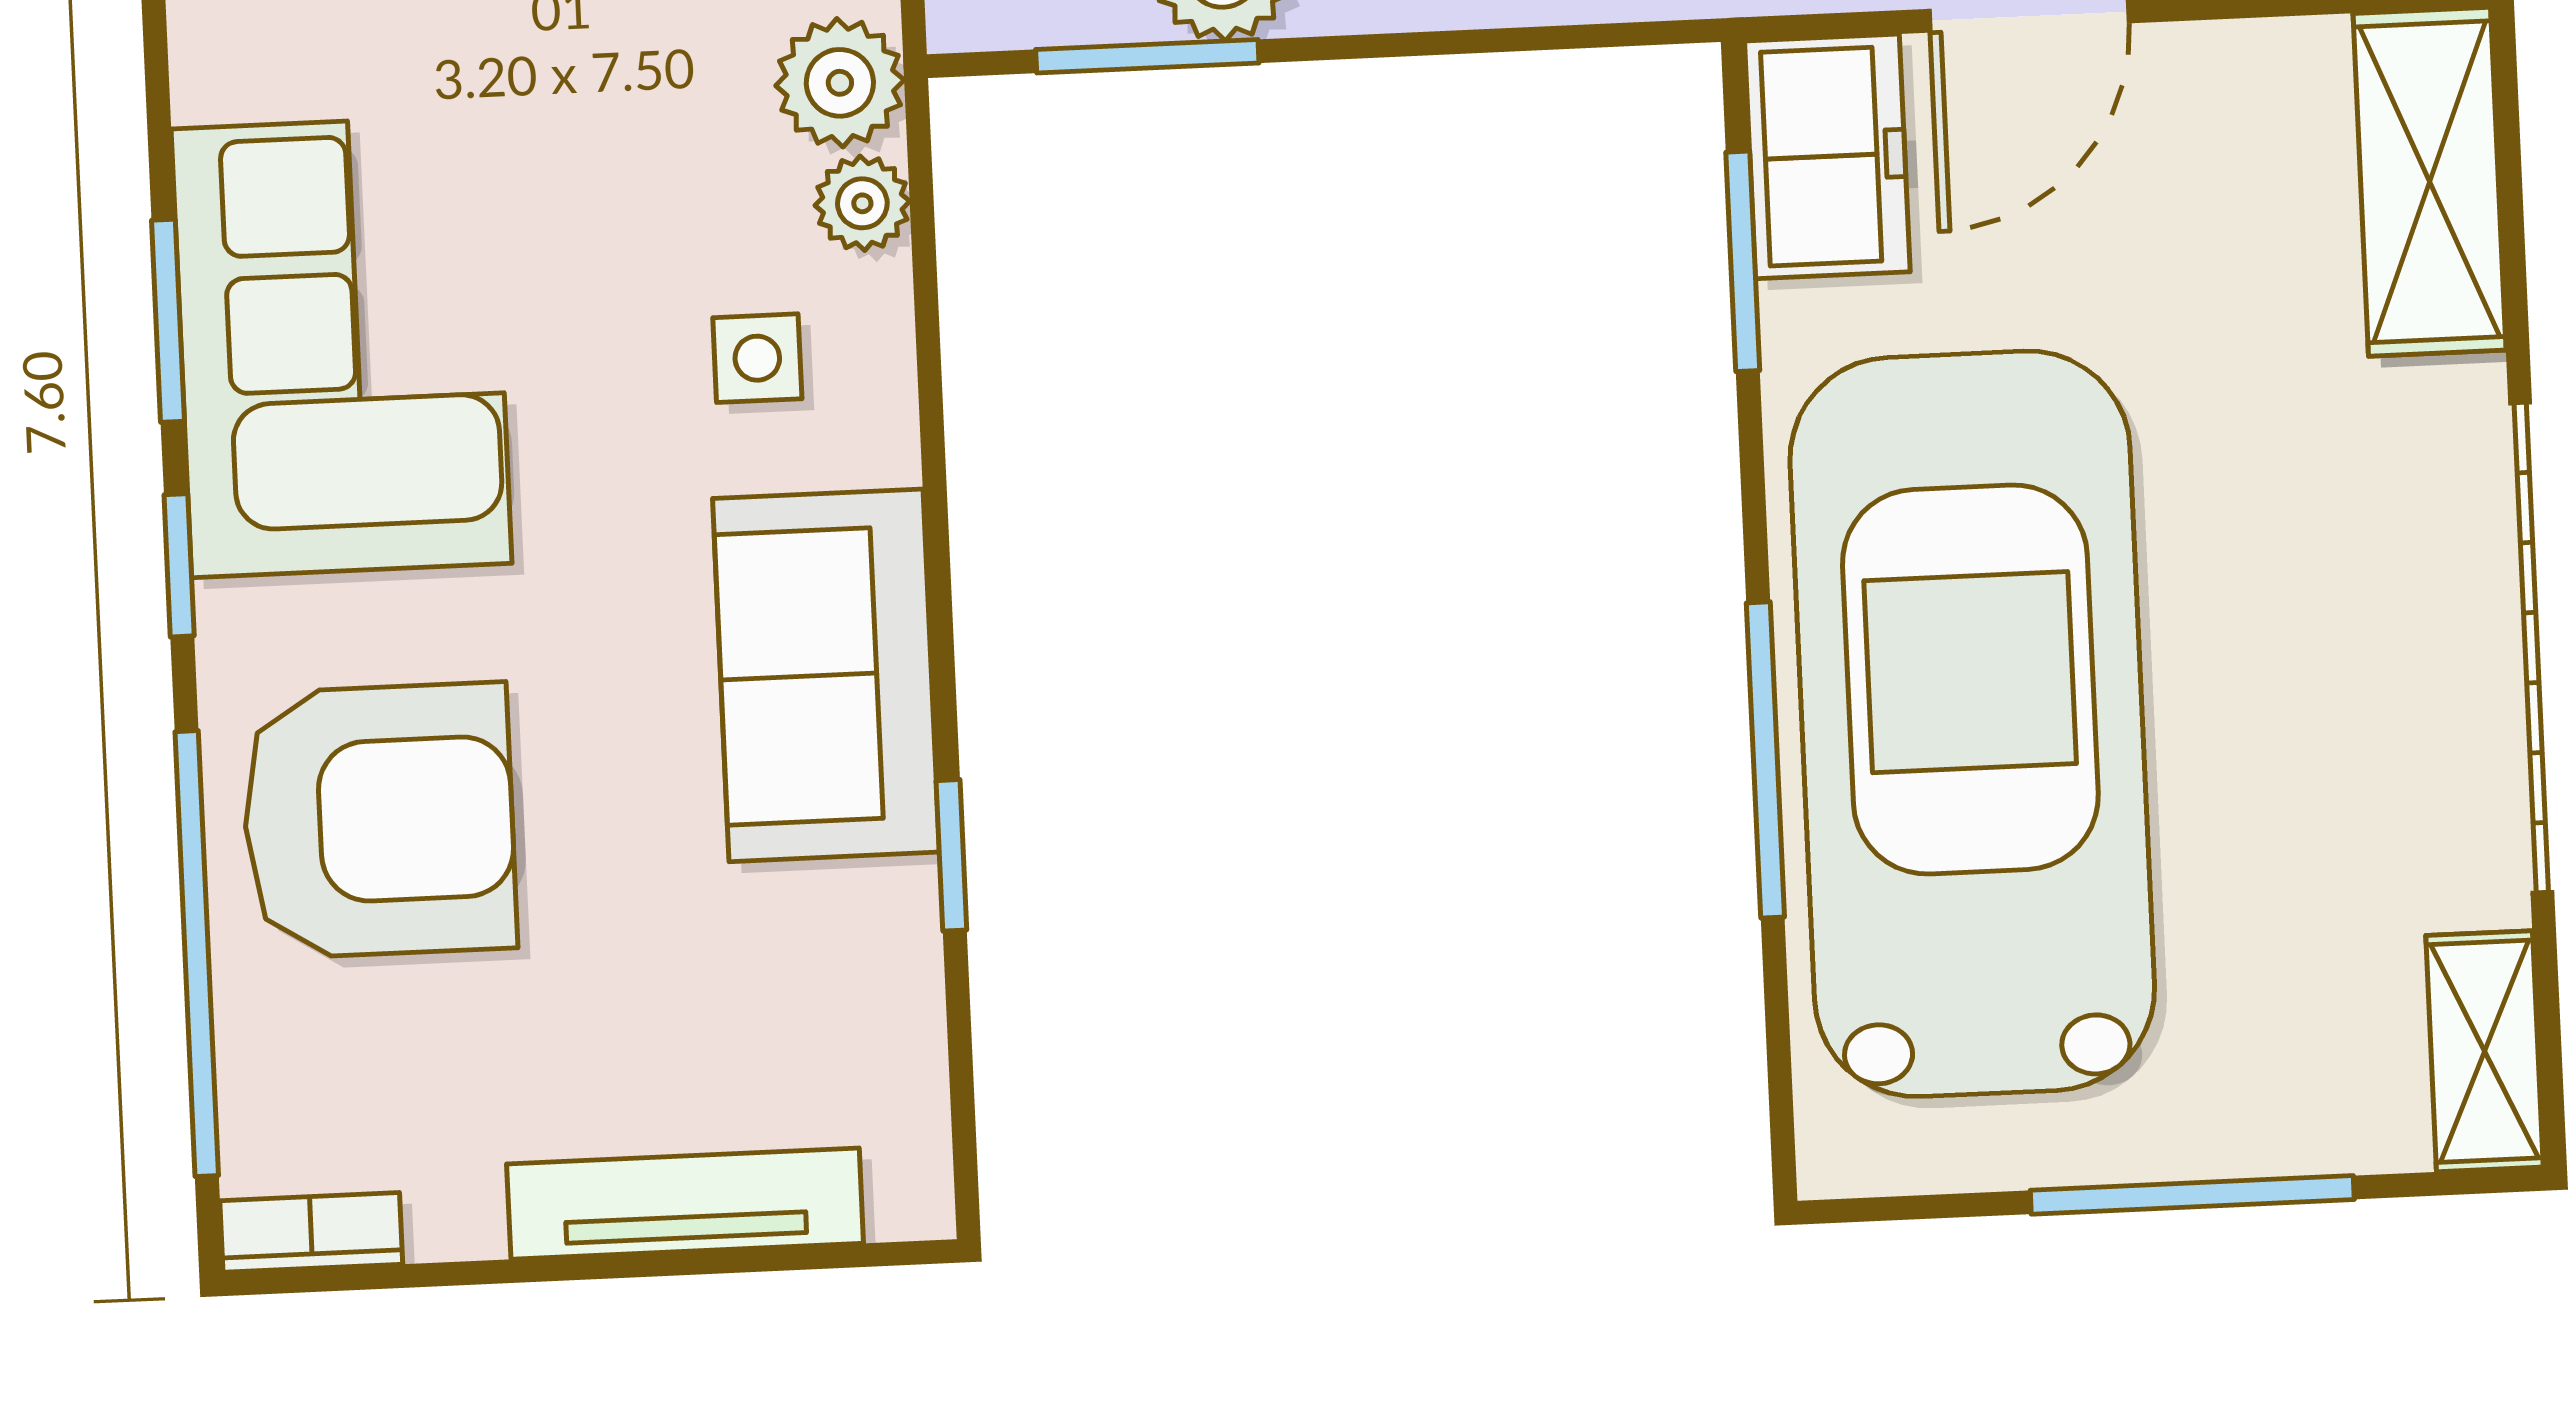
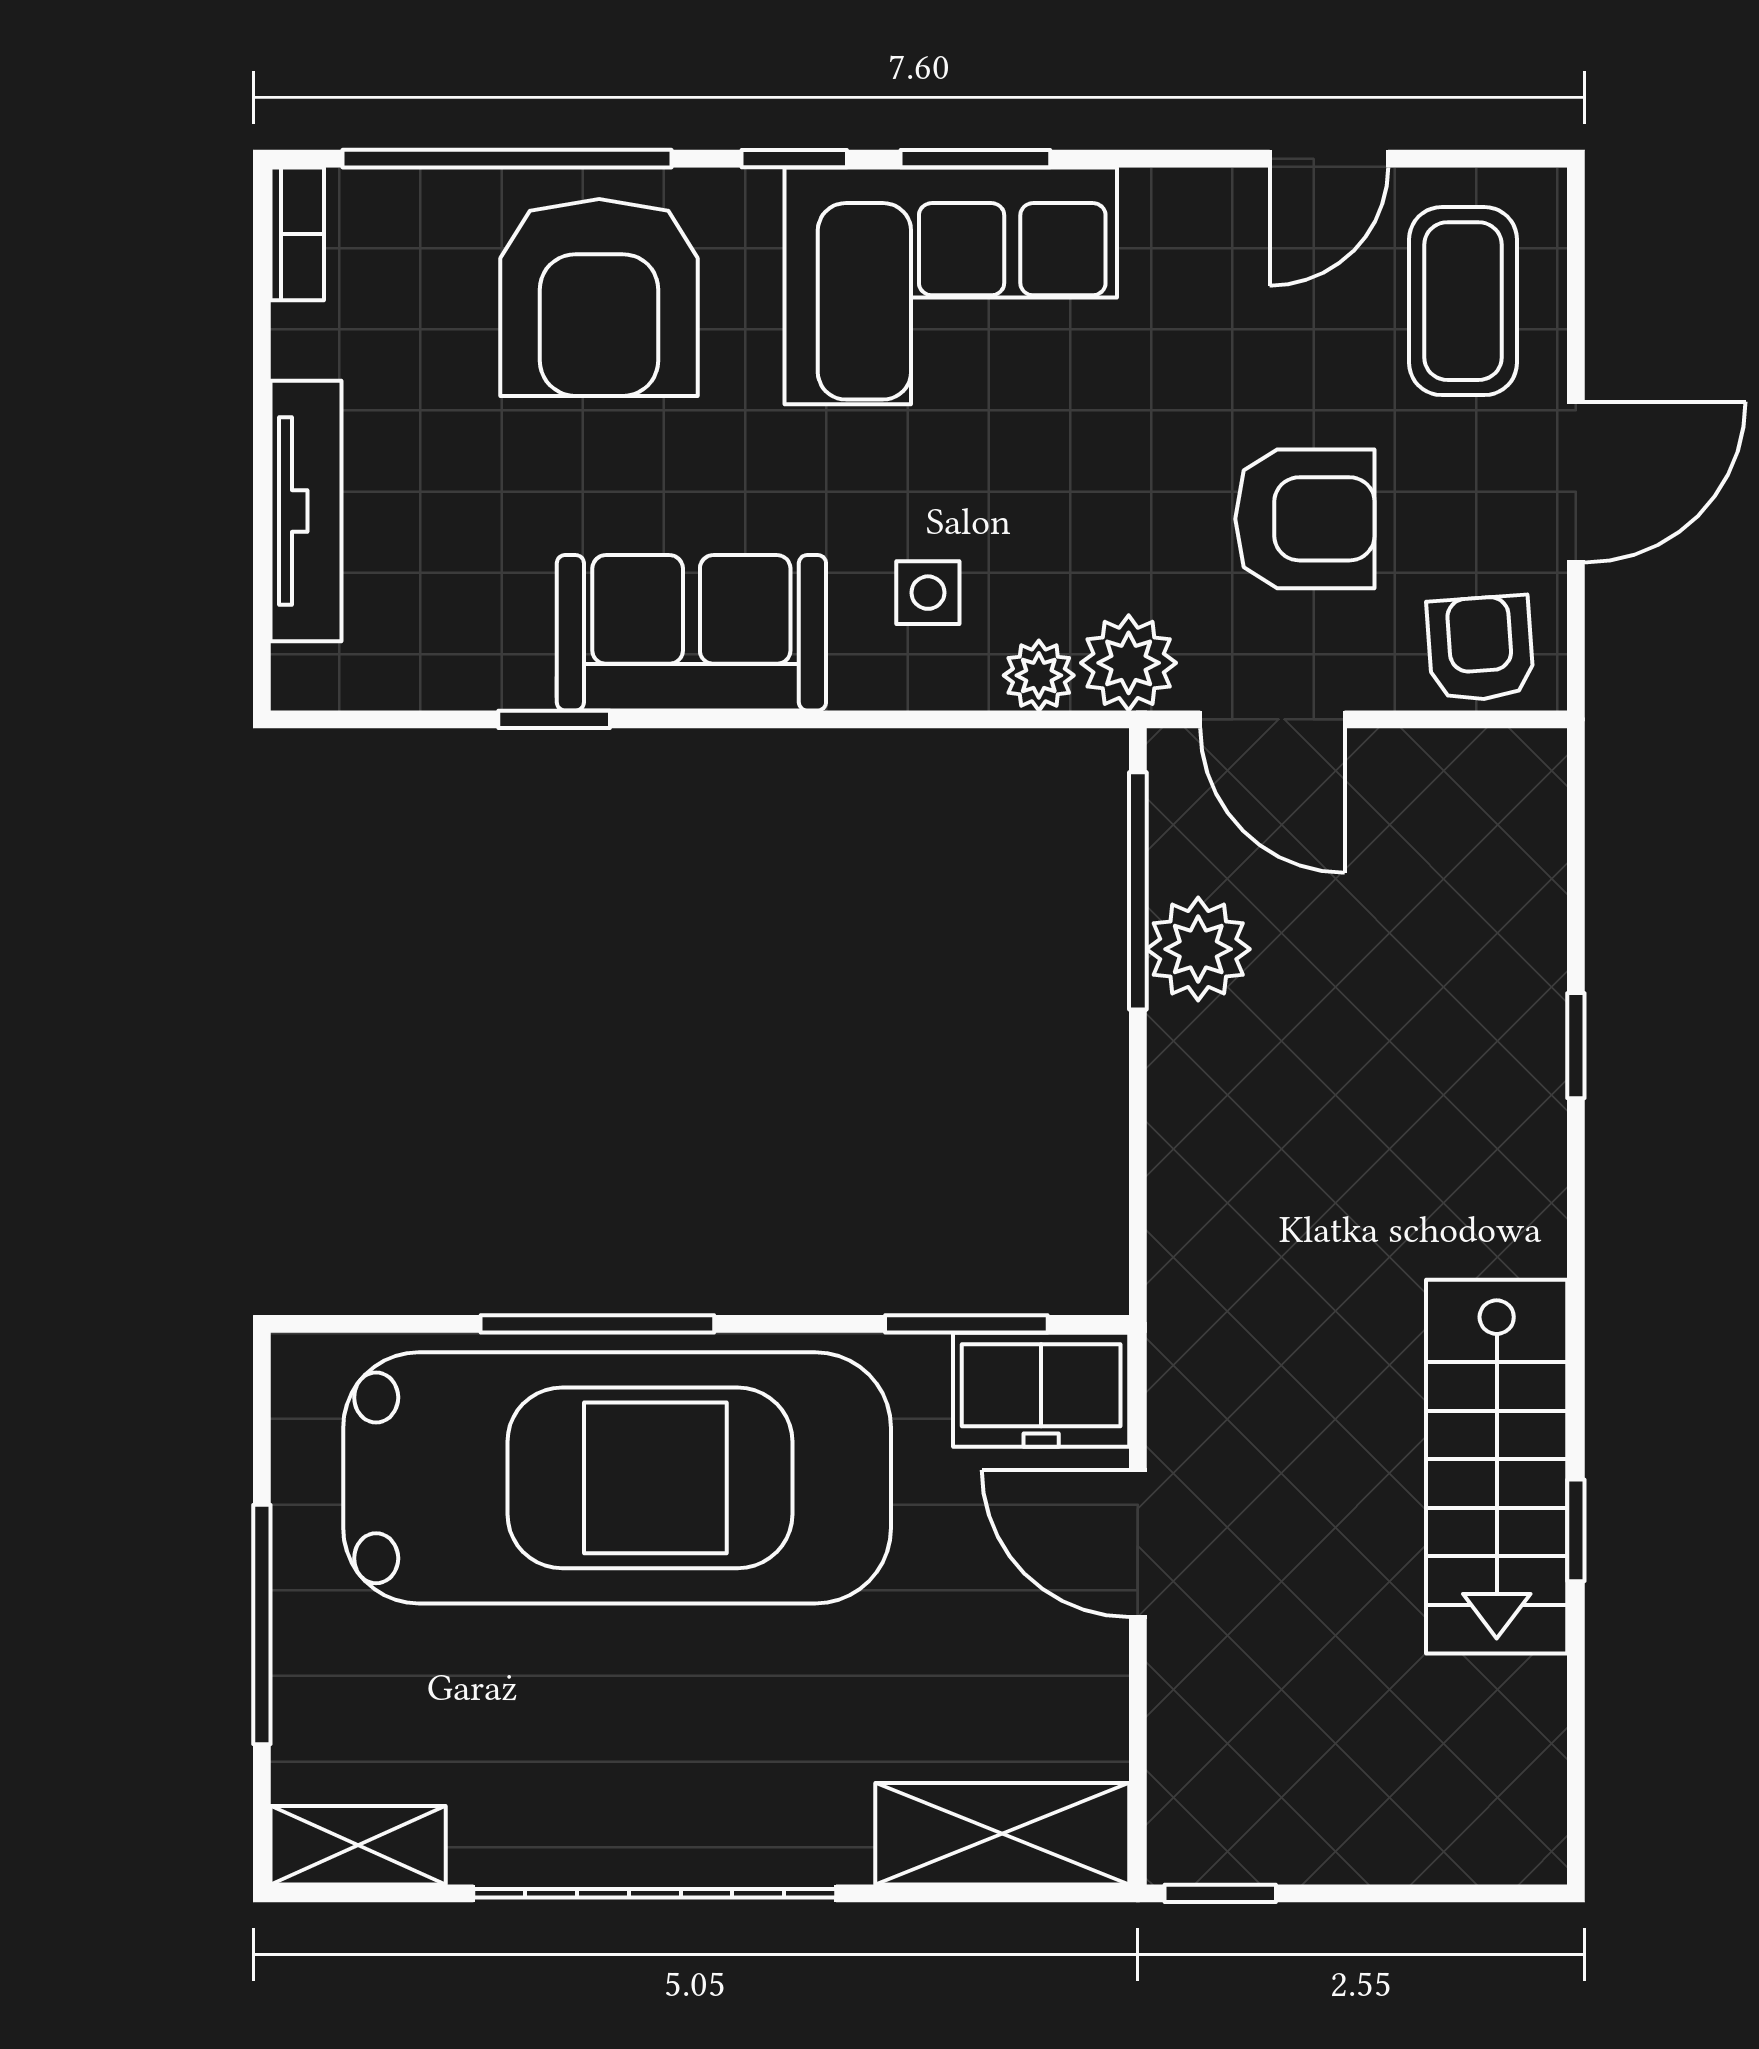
window: (1147, 56) -> (1138, 891), width x1.44

